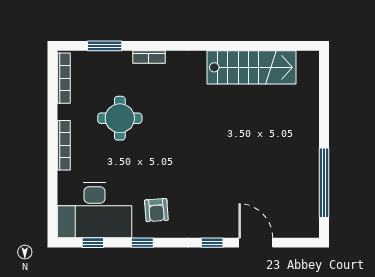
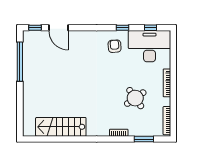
round table: (120, 118) -> (135, 98), turned -35
window: (212, 243) -> (35, 28), moved

